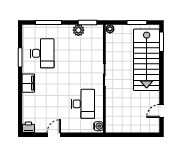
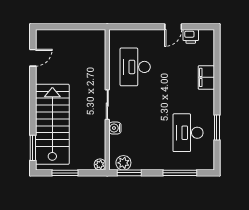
plant: (78, 30) -> (123, 163), moved
filing cabinet: (28, 83) -> (206, 77), moved
water cooler: (98, 126) -> (115, 128), moved
printer: (28, 127) -> (191, 36), moved

